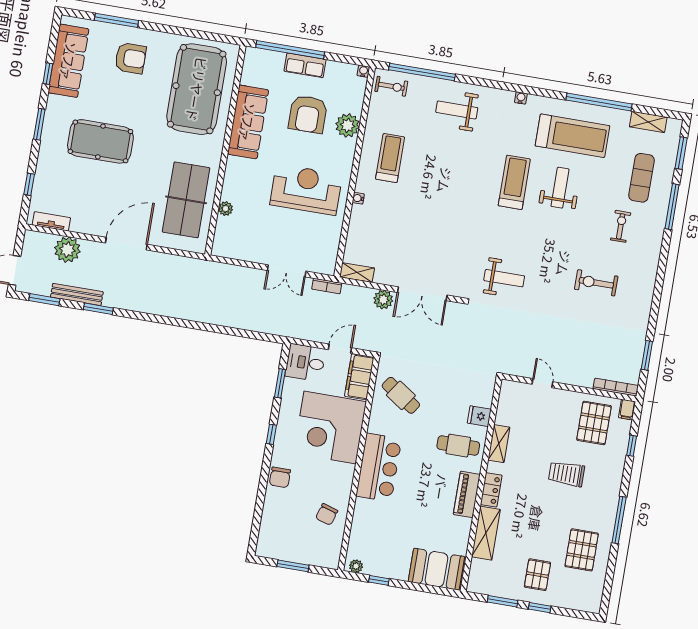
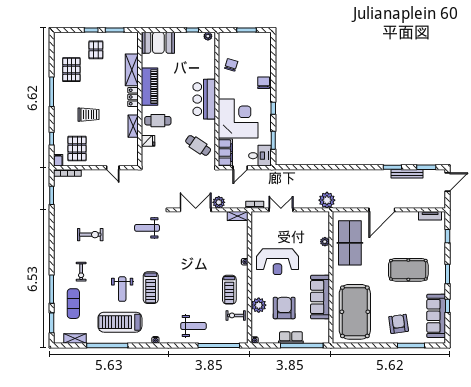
armchair: (130, 58) -> (399, 324), turned 82
exercise bike: (391, 86) -> (236, 315), moved
plant: (67, 250) -> (327, 200), moved
piano: (467, 494) -> (150, 87), width x1.37, depth x1.33

